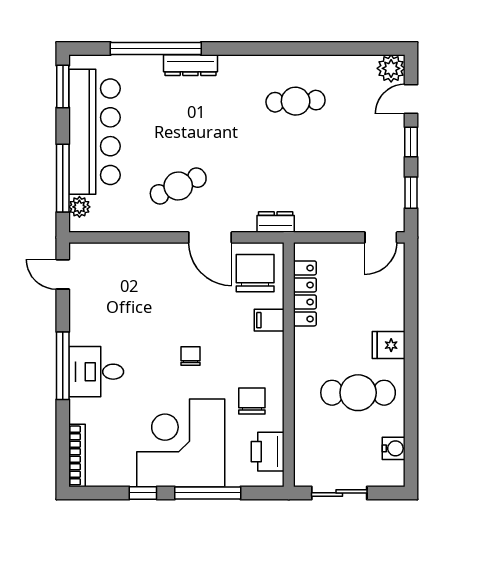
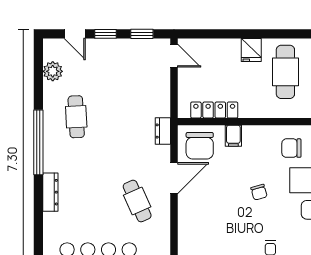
window: (156, 48) -> (38, 142), moved
plant: (391, 68) -> (53, 71), moved
chair: (255, 273) -> (200, 146), turned -90
chair: (190, 356) -> (259, 192), turned -106

